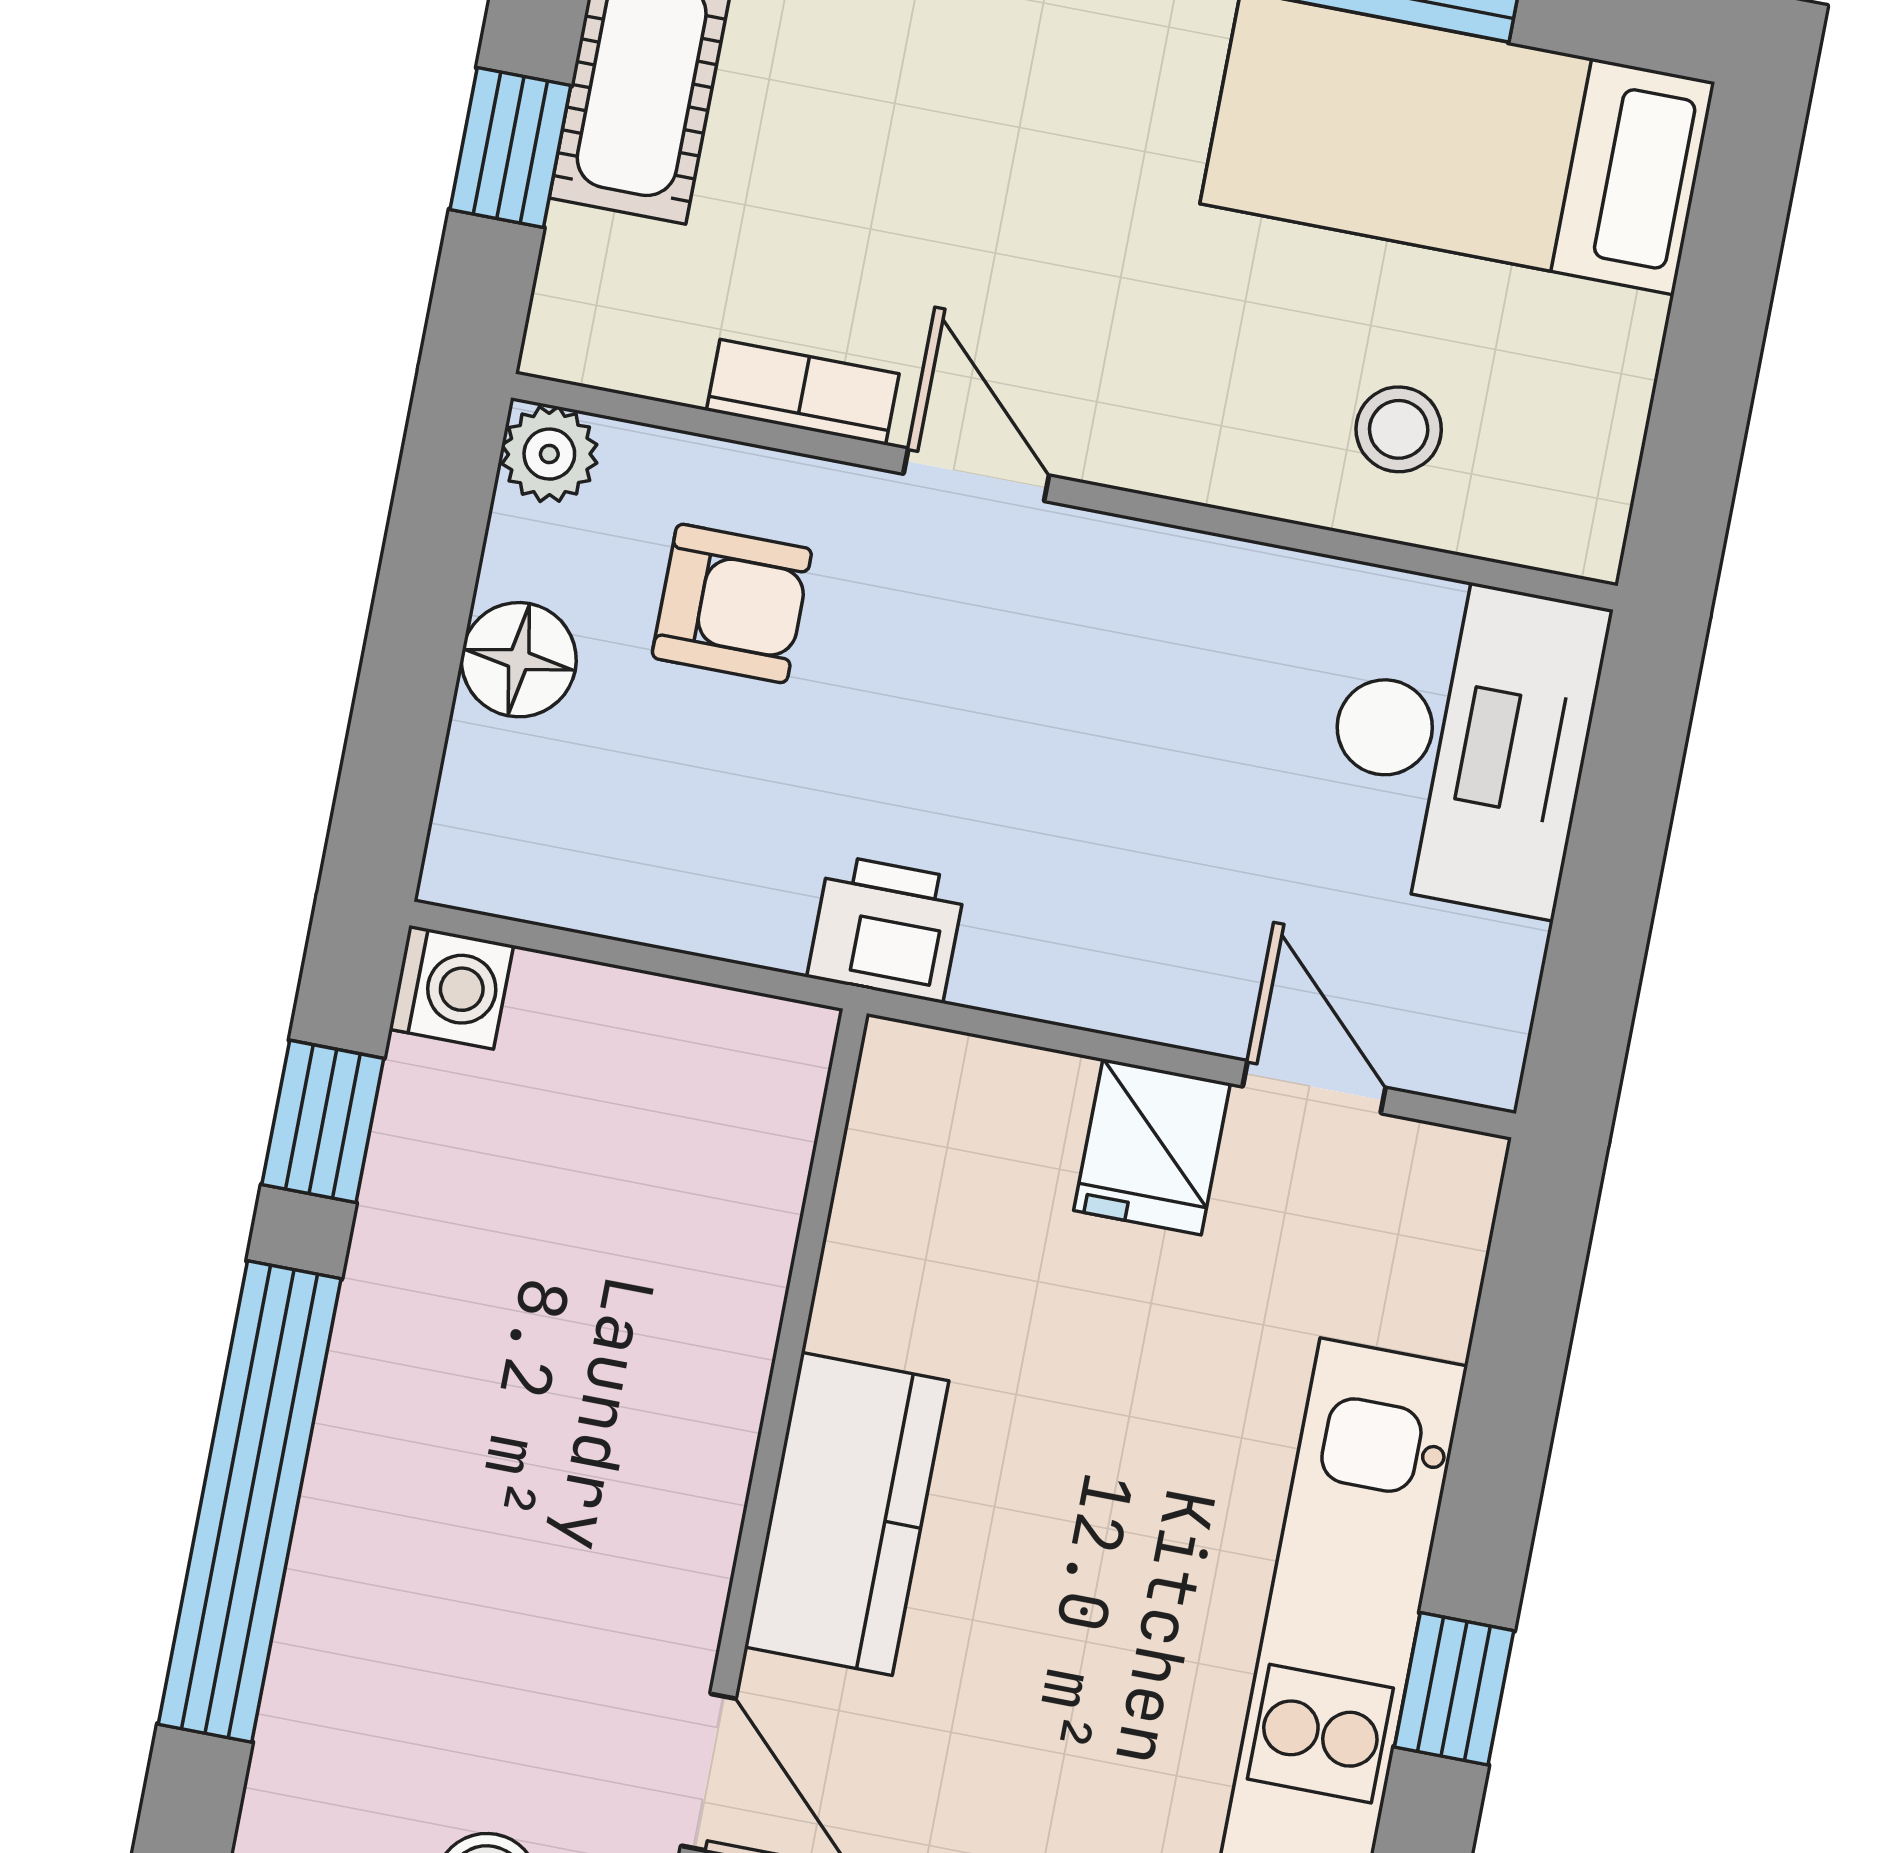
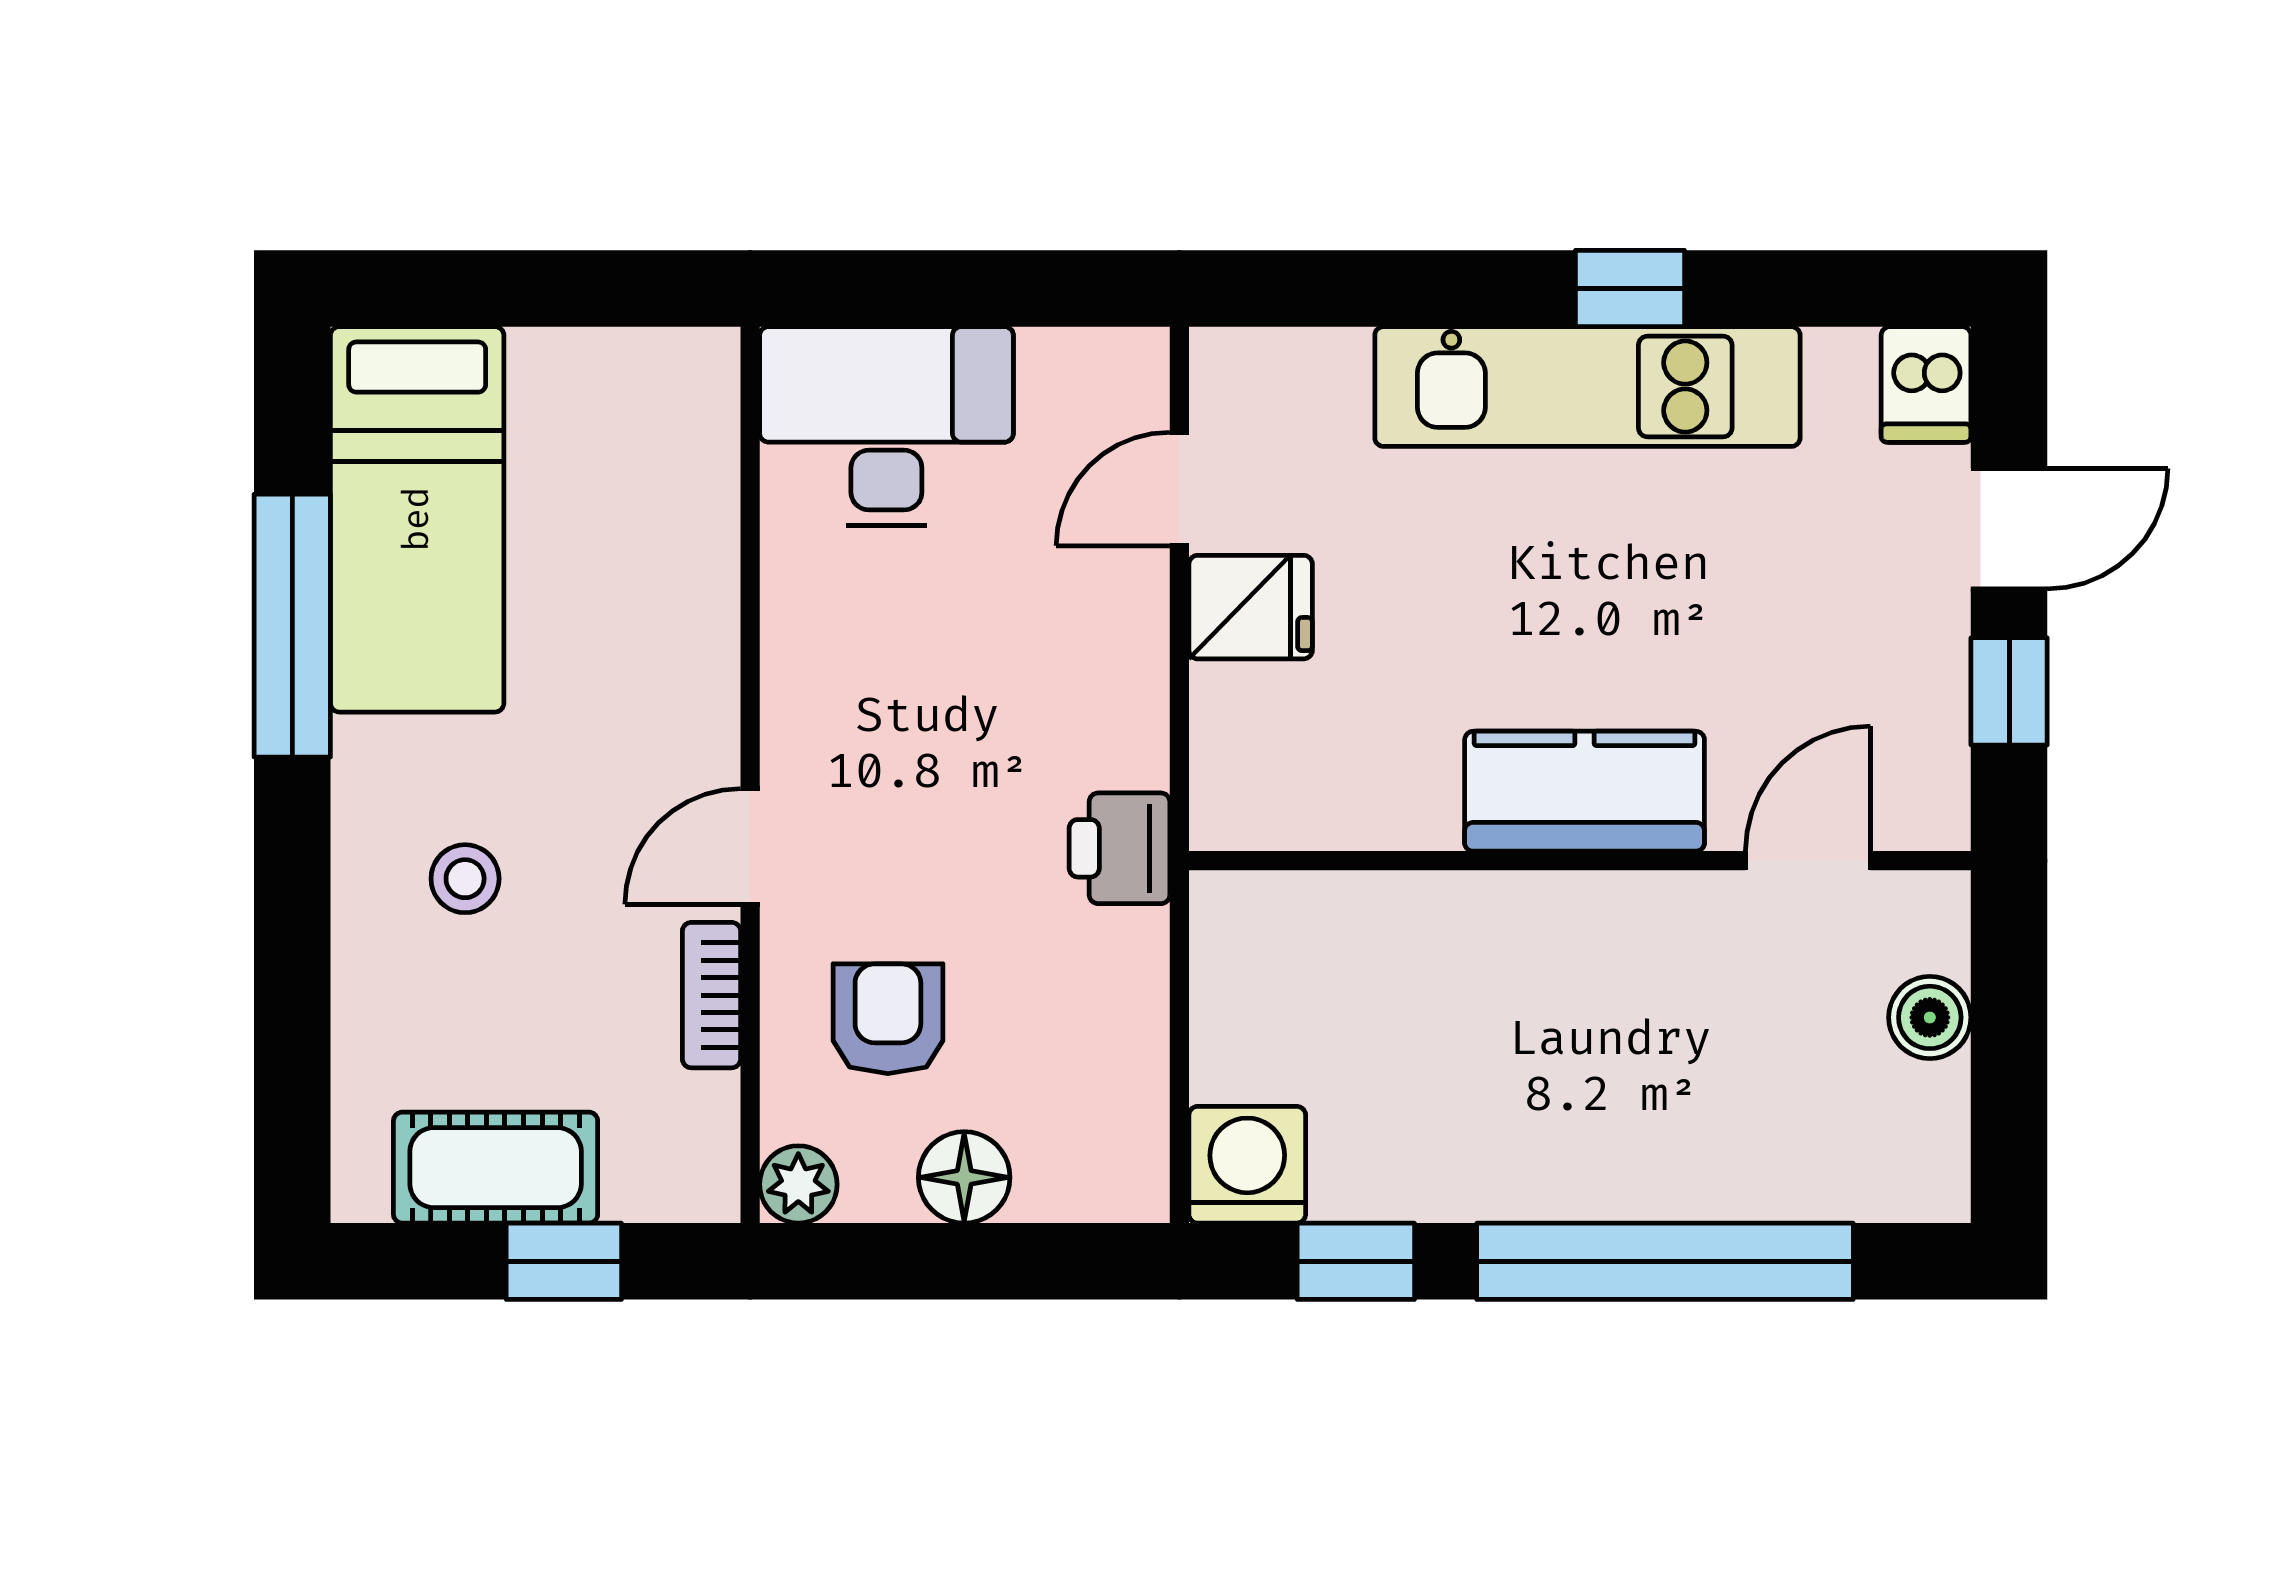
stool: (1399, 429) -> (465, 879), moved
washing machine: (451, 987) -> (1247, 1165), width x1.38, depth x1.38

